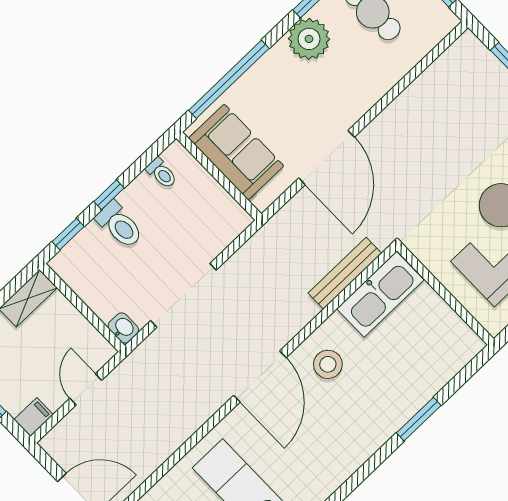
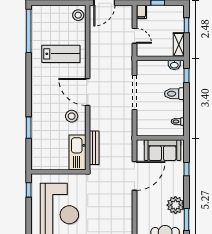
window: (229, 79) -> (187, 169), width x0.32
door: (327, 158) -> (134, 176), swing flipped
window: (109, 195) -> (187, 99), removed
washbasin: (123, 328) -> (174, 65), moved

